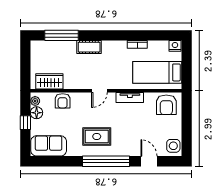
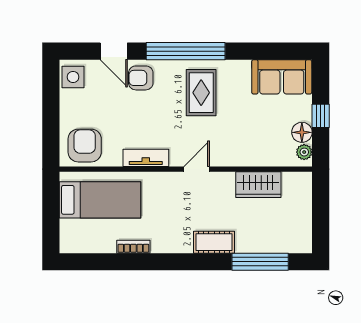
nightstand: (175, 46) -> (70, 244), removed
wardrobe: (49, 81) -> (258, 185), moved
armchair: (63, 101) -> (141, 78), moved, turned -90
rug: (97, 136) -> (201, 93), turned 90

